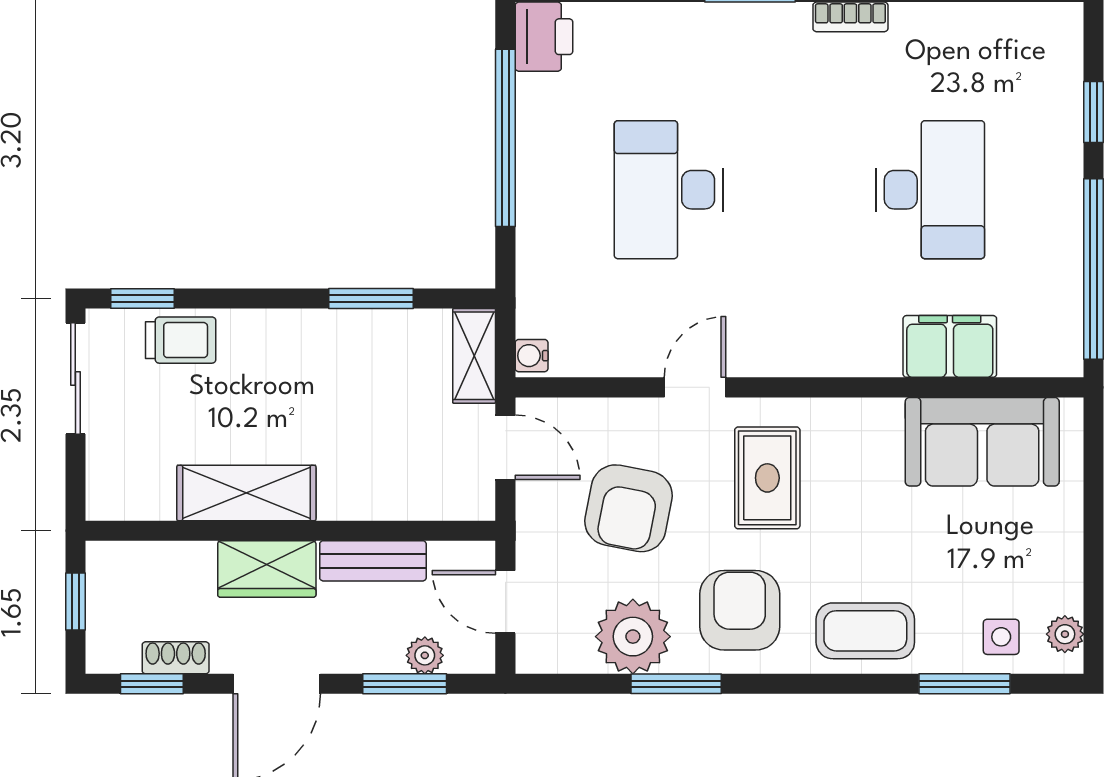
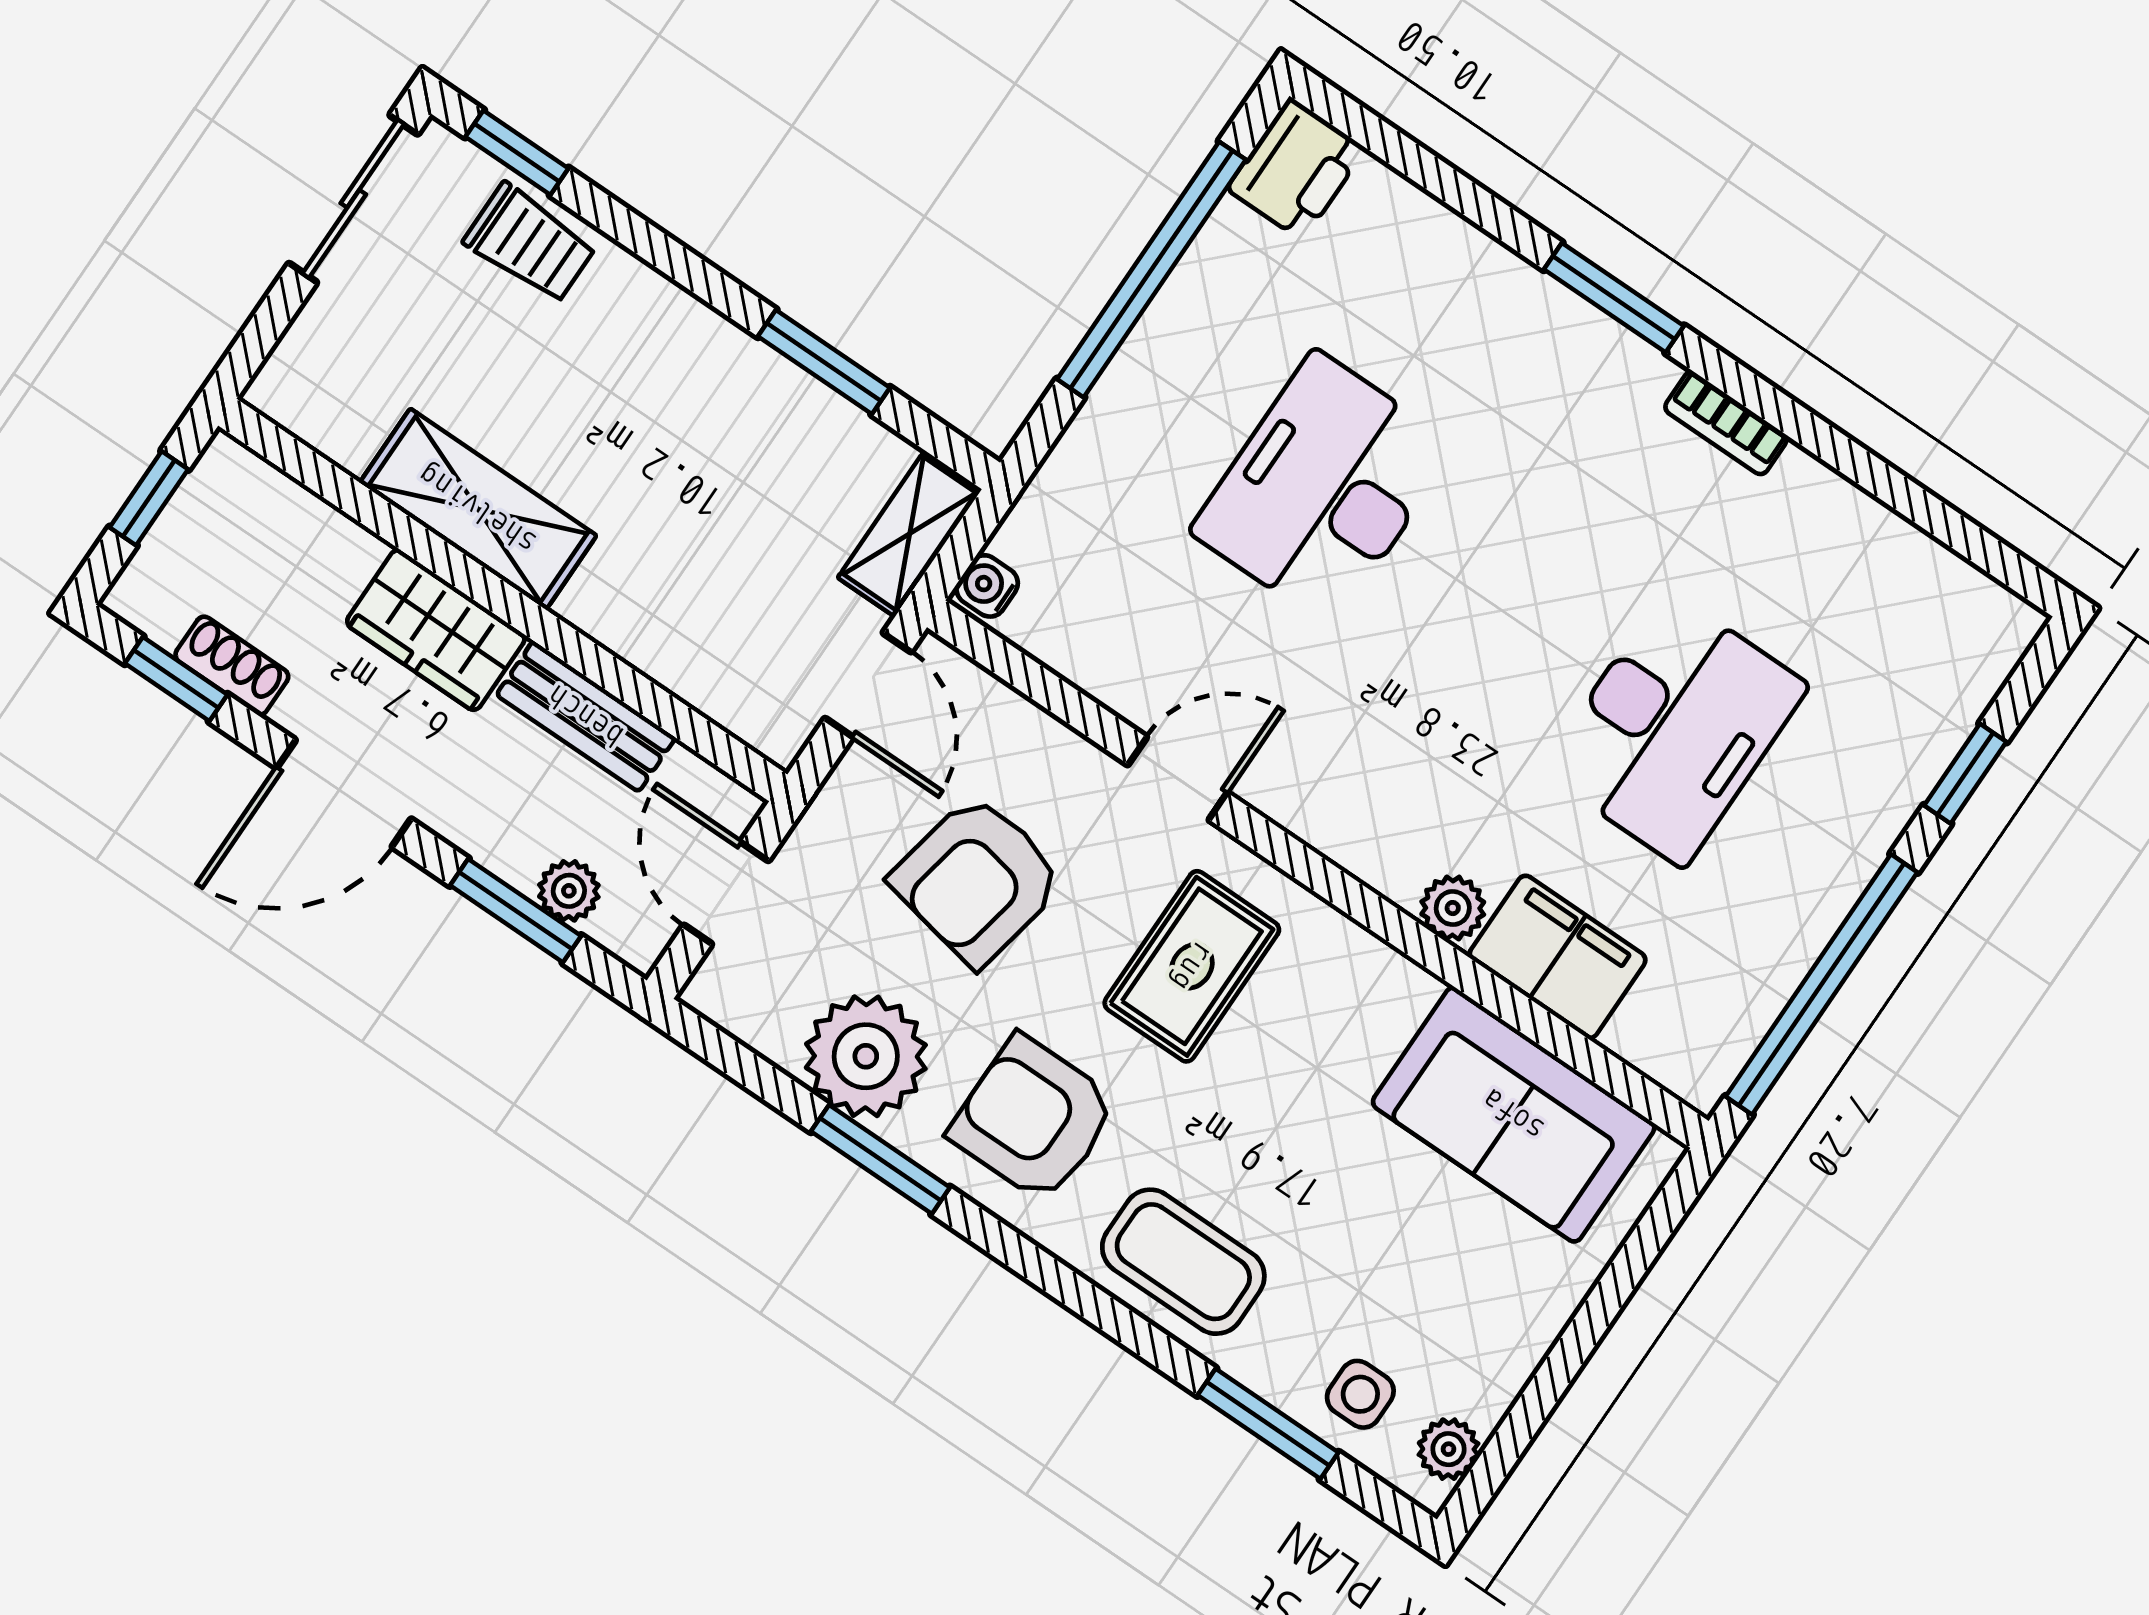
plant: (880, 358) -> (1453, 908), added
armchair: (740, 610) -> (1033, 1119), turned -90

